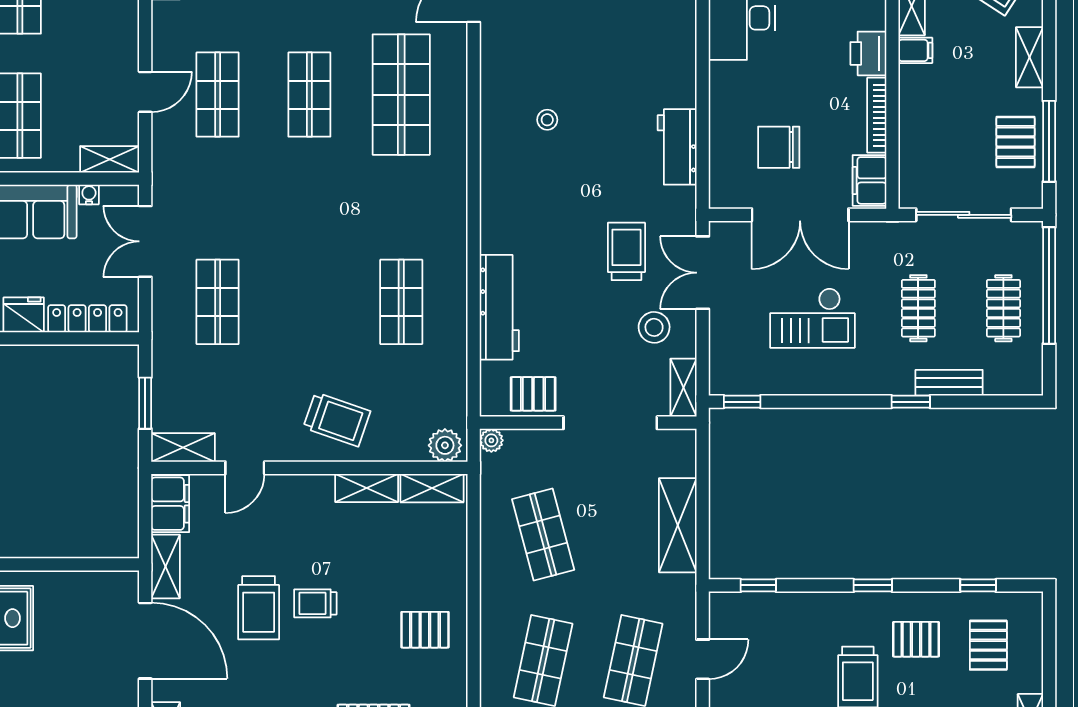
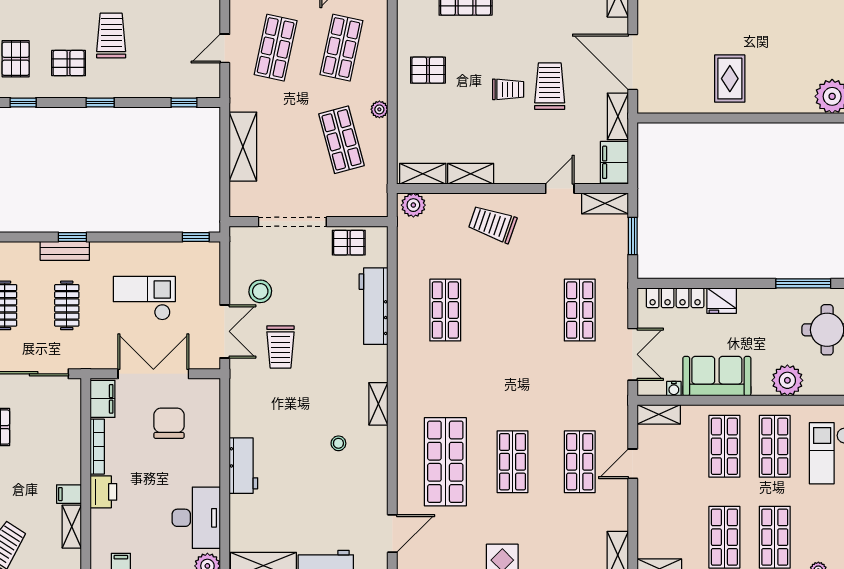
workbench: (677, 147) -> (243, 466), moved
chair: (779, 147) -> (169, 423), turned -90
bench: (949, 383) -> (65, 251), moved
shelving: (684, 388) -> (378, 404), moved
plant: (491, 440) -> (379, 109), moved

